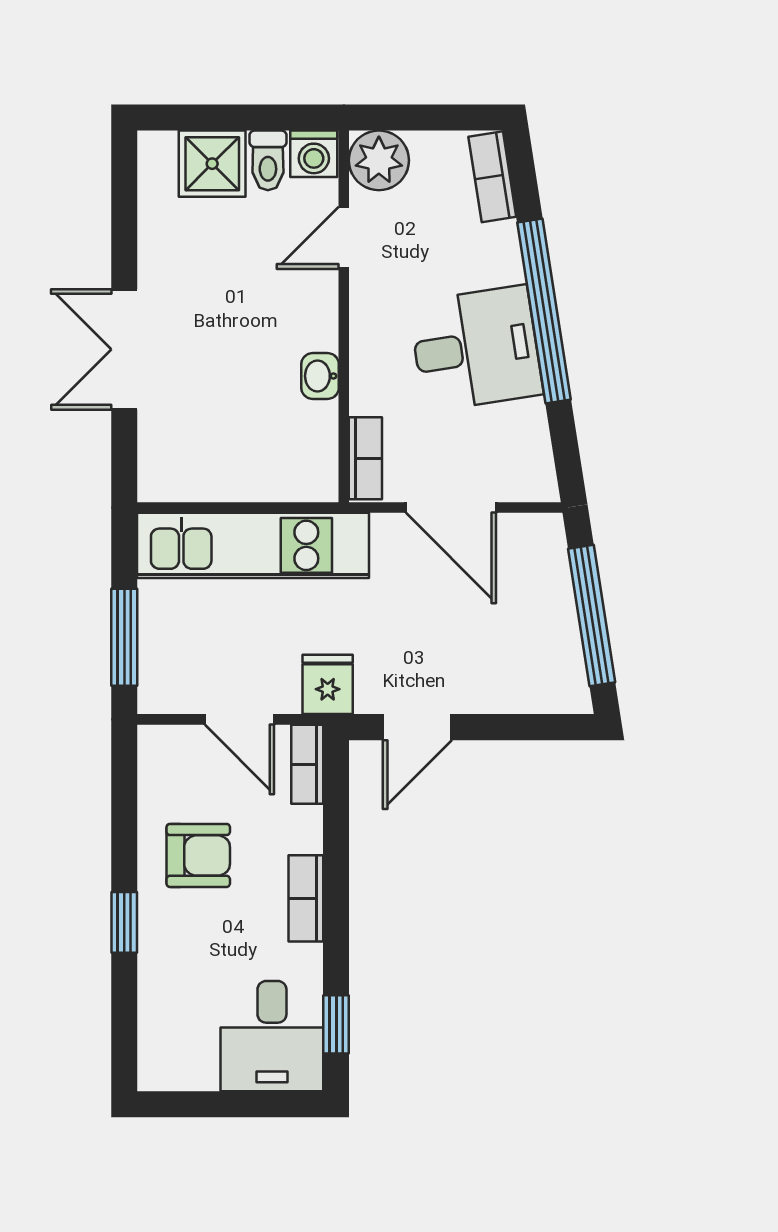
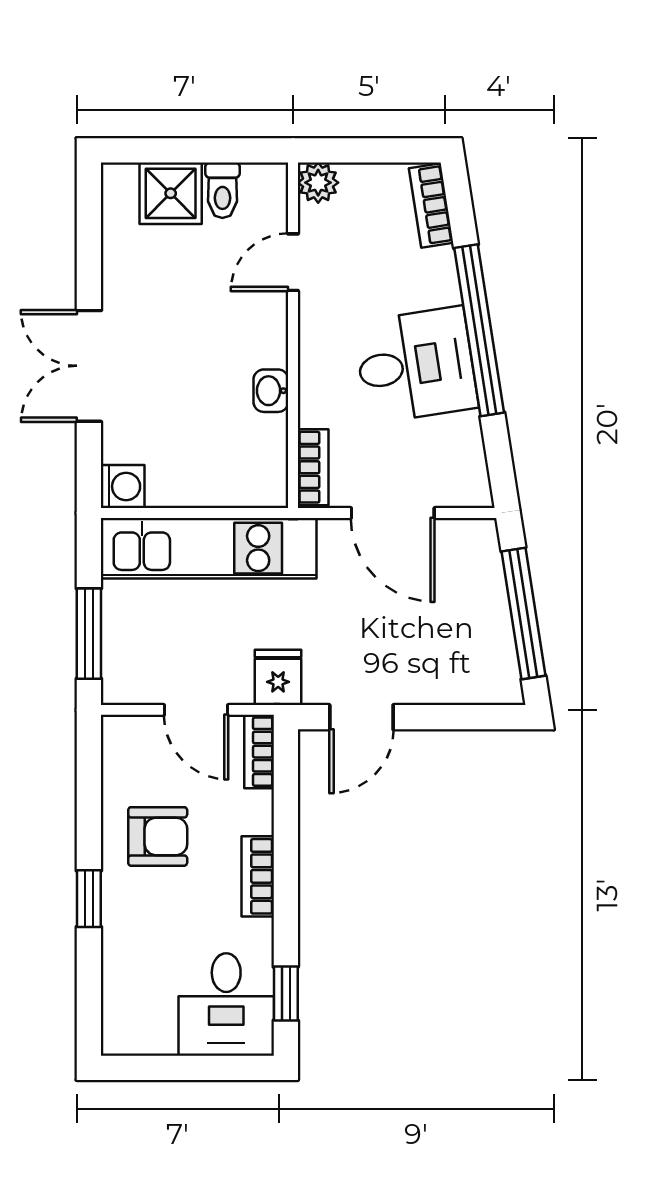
washing machine: (314, 154) -> (123, 486), moved, turned -90
plant: (379, 160) -> (318, 183), width x0.73, depth x0.73

